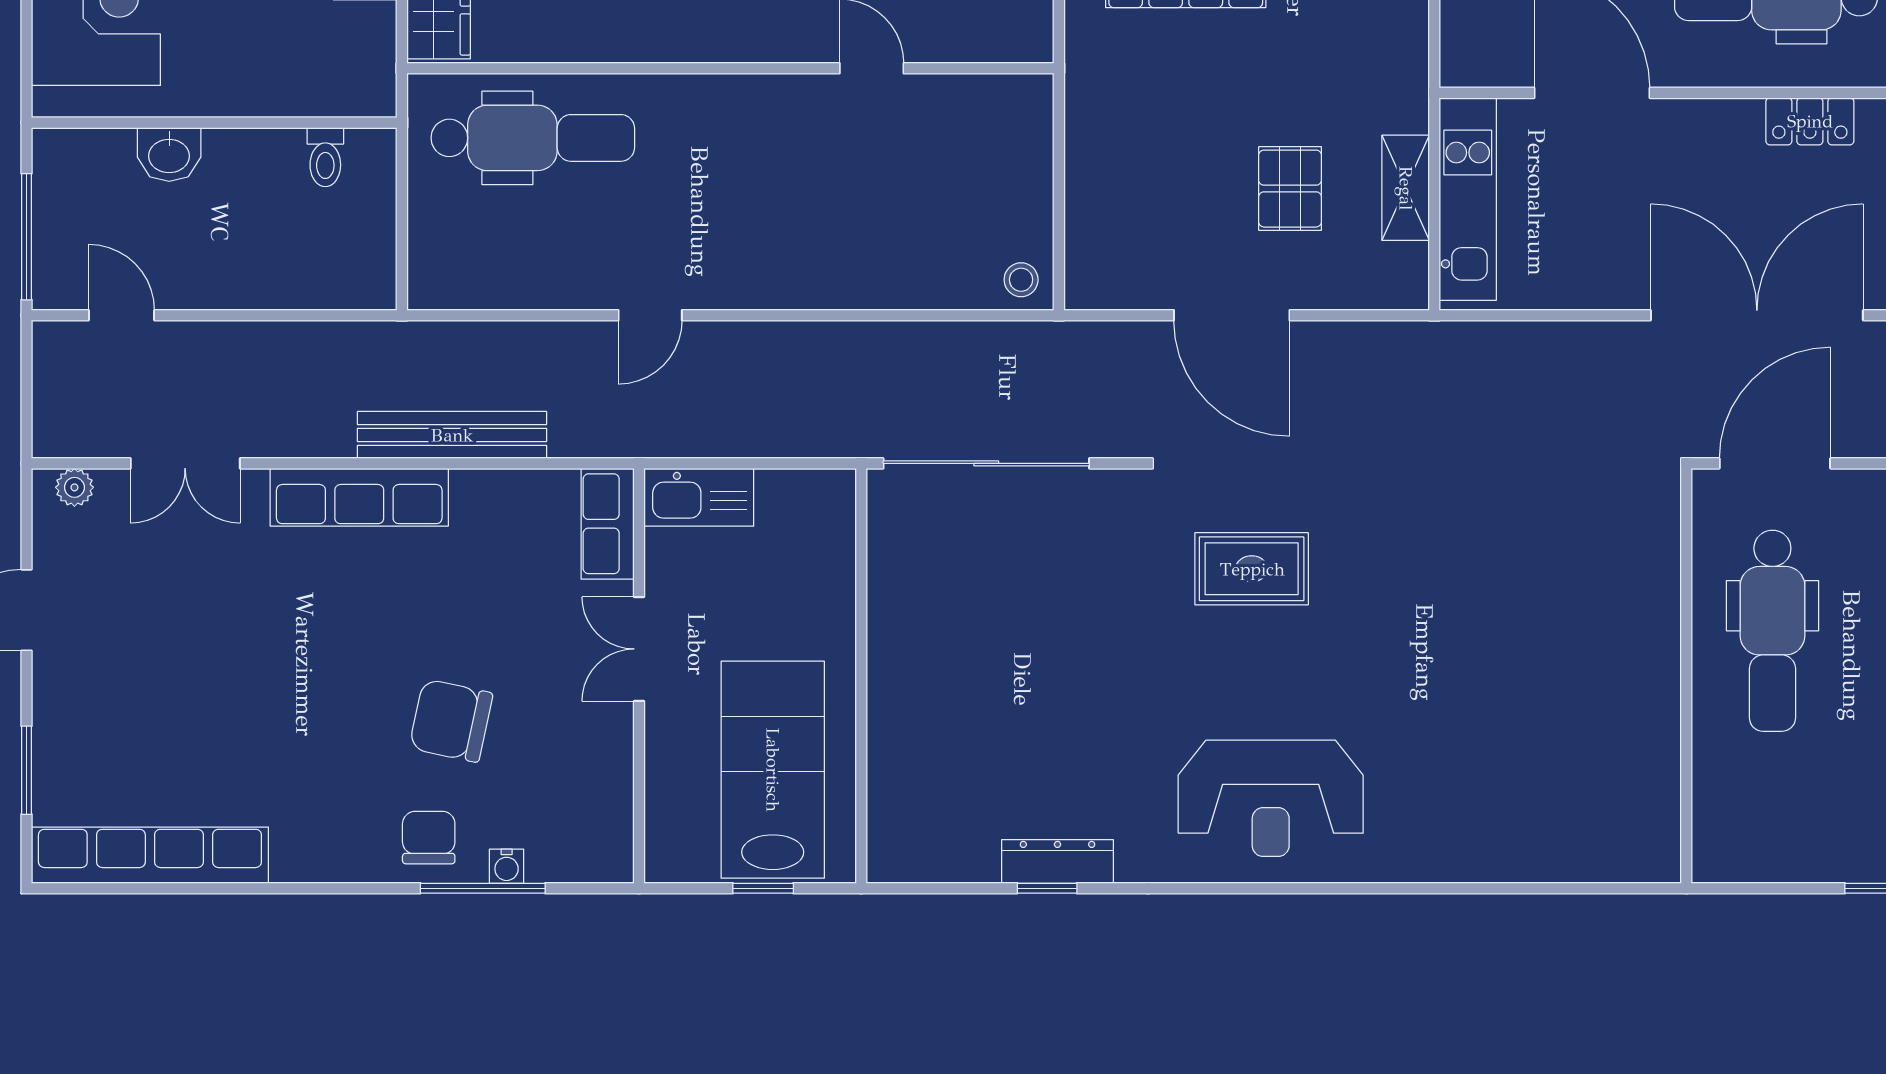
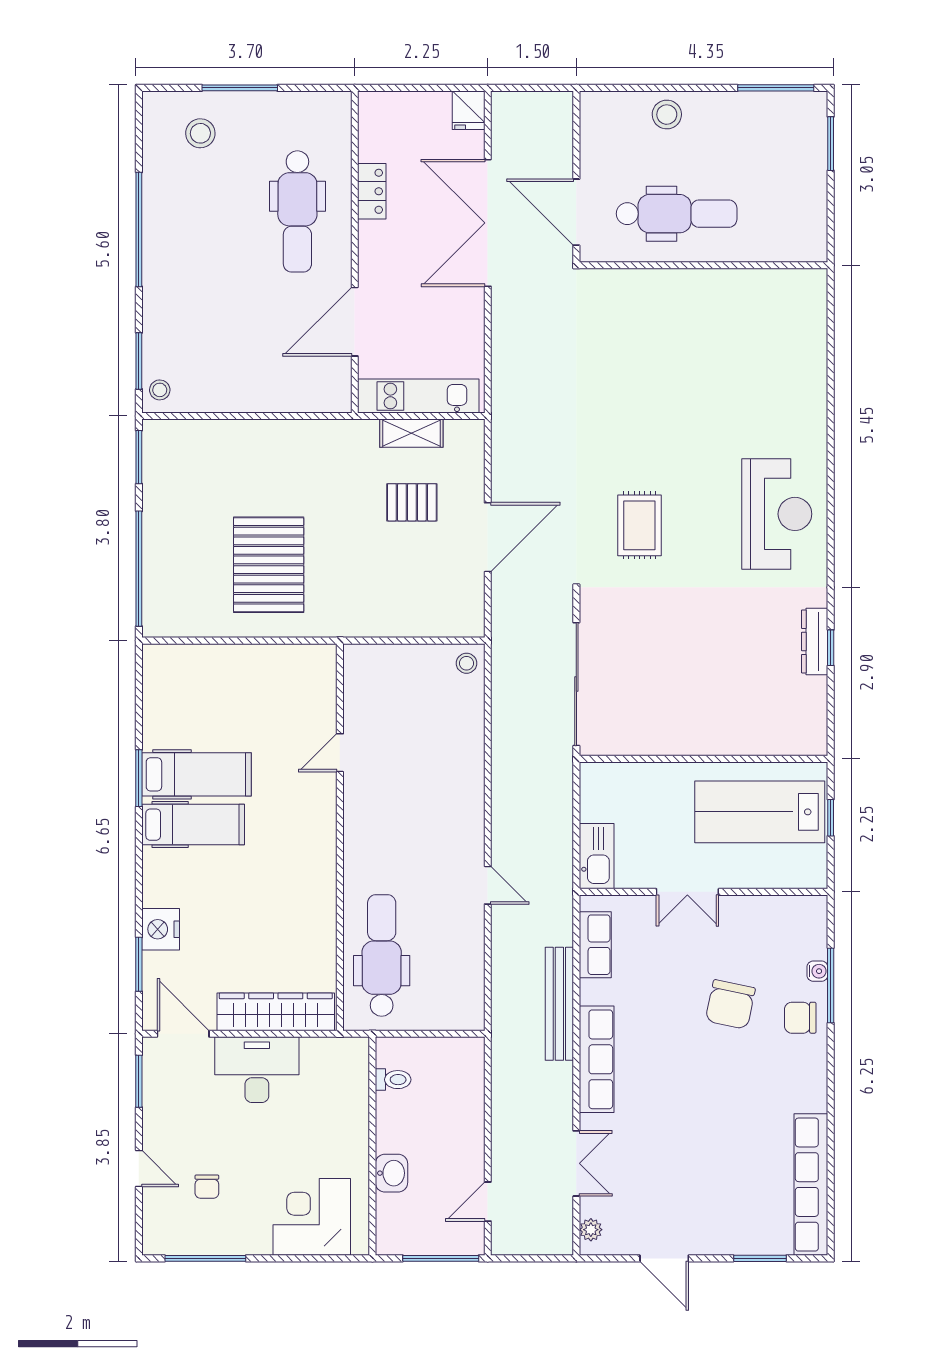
row of seats: (608, 524) -> (595, 945), moved, turned -90

